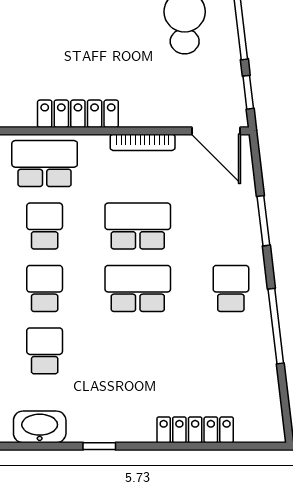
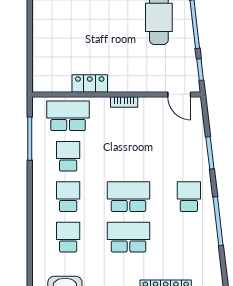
locker: (78, 114) -> (90, 83), width x0.66
door: (216, 131) -> (179, 94), width x0.73
bookcase: (143, 142) -> (124, 102), width x0.64
school desk: (138, 226) -> (129, 237), moved

